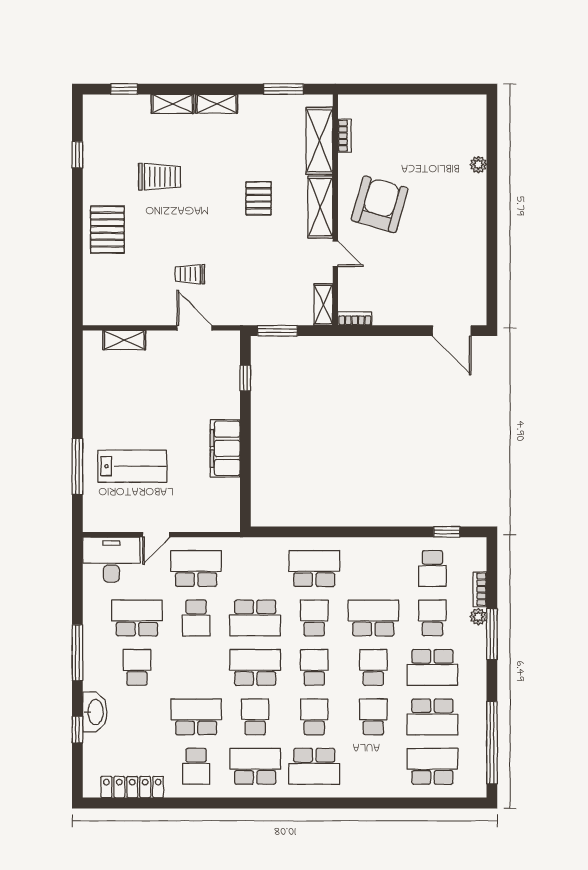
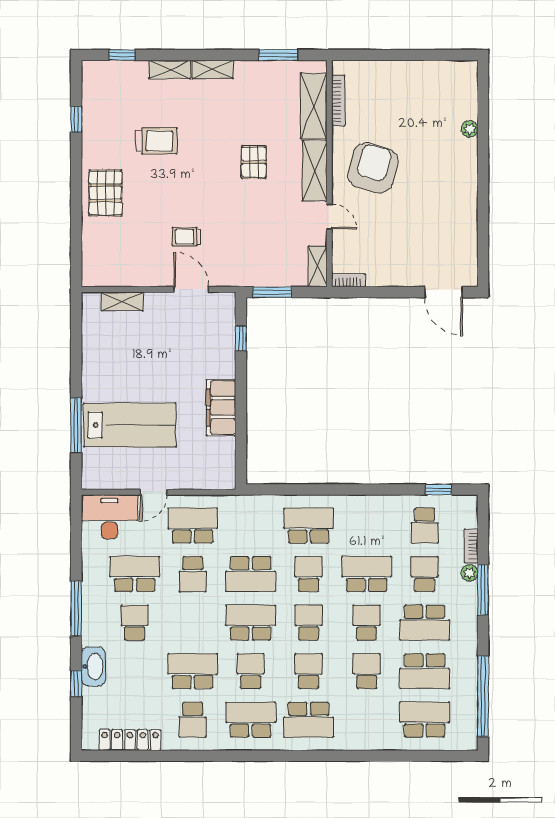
bookcase: (344, 136) -> (338, 101), width x1.56
lab bench: (132, 466) -> (130, 425), width x1.36, depth x1.39

